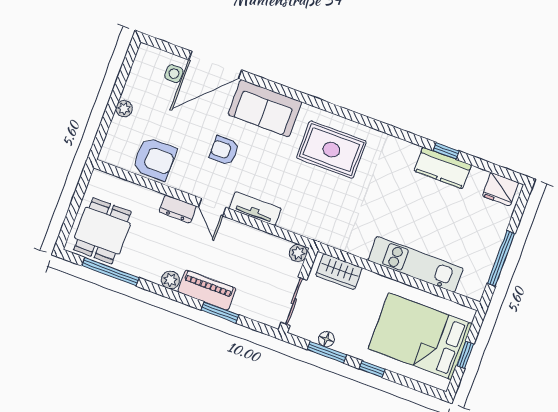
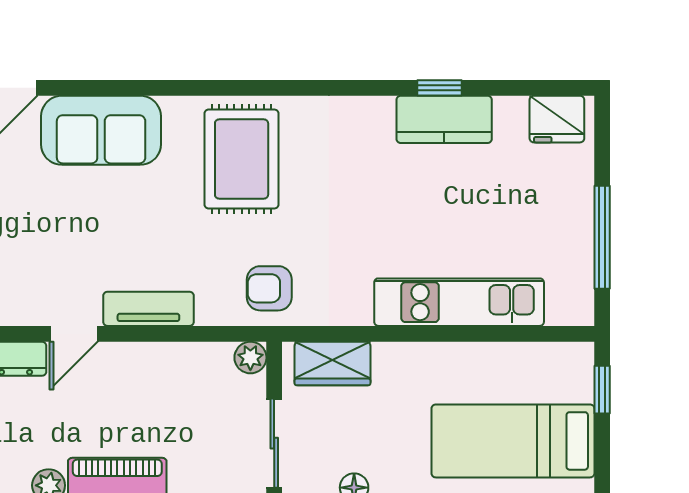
rug: (331, 150) -> (242, 159), turned 90
armchair: (224, 151) -> (269, 288), moved
door: (212, 207) -> (74, 334), hinge flipped
bed: (420, 336) -> (513, 441), width x0.67
window: (465, 355) -> (602, 390), moved

